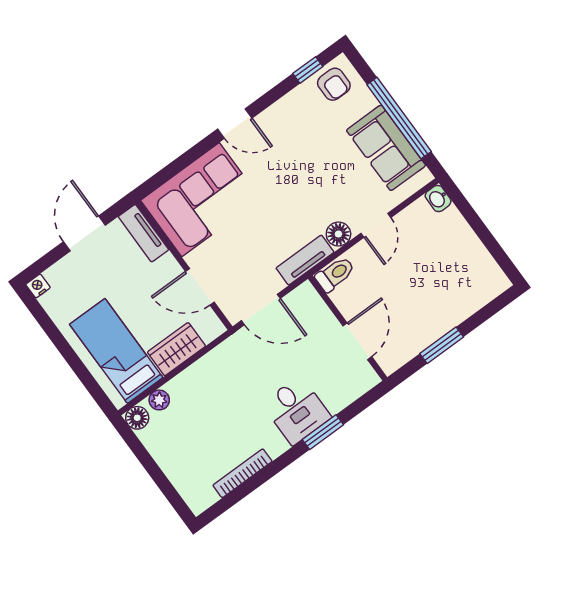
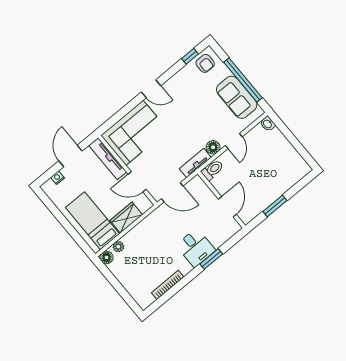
tv unit: (143, 233) -> (108, 159), width x1.41
nightstand: (38, 286) -> (58, 178), moved

